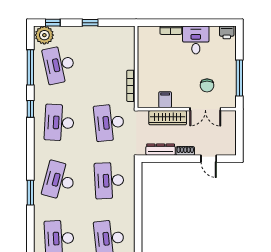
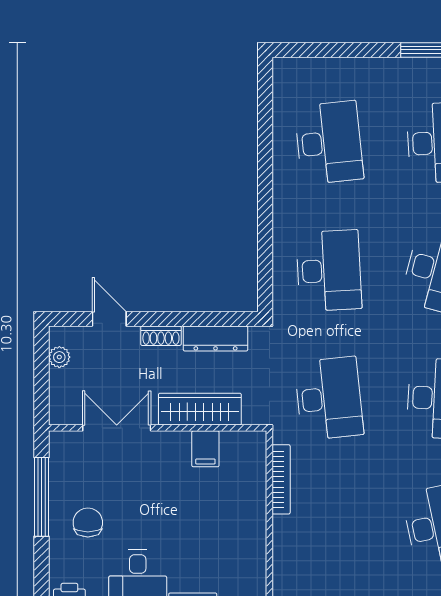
chair: (207, 85) -> (88, 523), moved
plant: (231, 141) -> (59, 357), added

